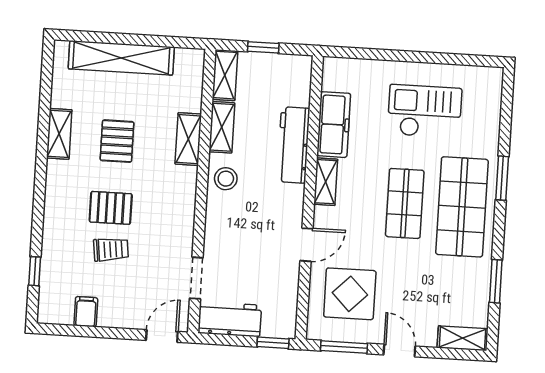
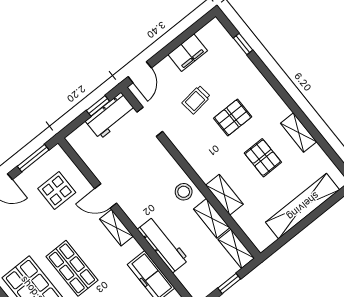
shelving: (326, 182) -> (116, 228), moved
door: (306, 245) -> (106, 196), hinge flipped
trolley: (111, 250) -> (196, 100), moved
display table: (350, 294) -> (57, 190), width x0.73, depth x0.73
filing cabinet: (86, 312) -> (188, 53), width x2.00
window: (273, 343) -> (98, 106), moved

